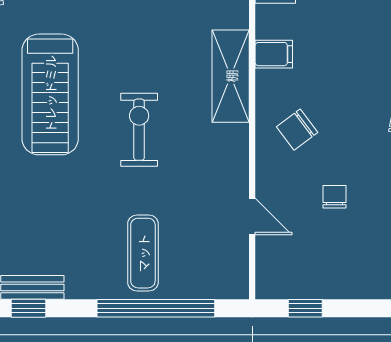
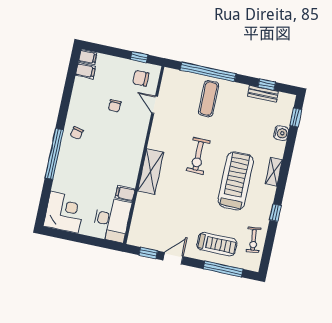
filing cabinet: (274, 54) -> (125, 193), moved
chair: (297, 130) -> (141, 78), moved, turned -143

